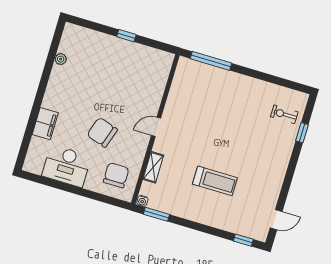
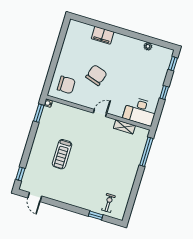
window: (85, 23) -> (173, 64), added
door: (156, 127) -> (100, 113), hinge flipped
desk: (66, 166) -> (140, 111), moved, turned -90
shelving: (153, 167) -> (124, 127), moved

